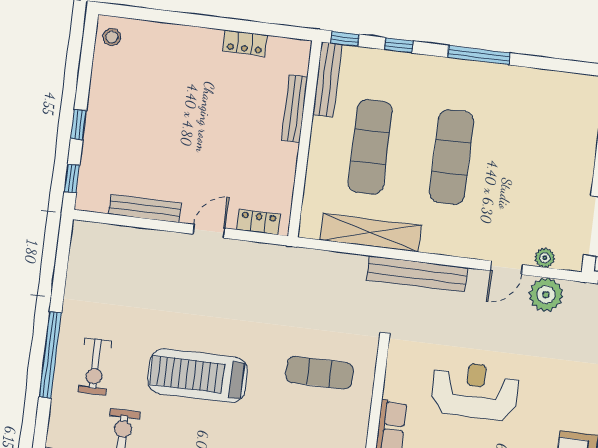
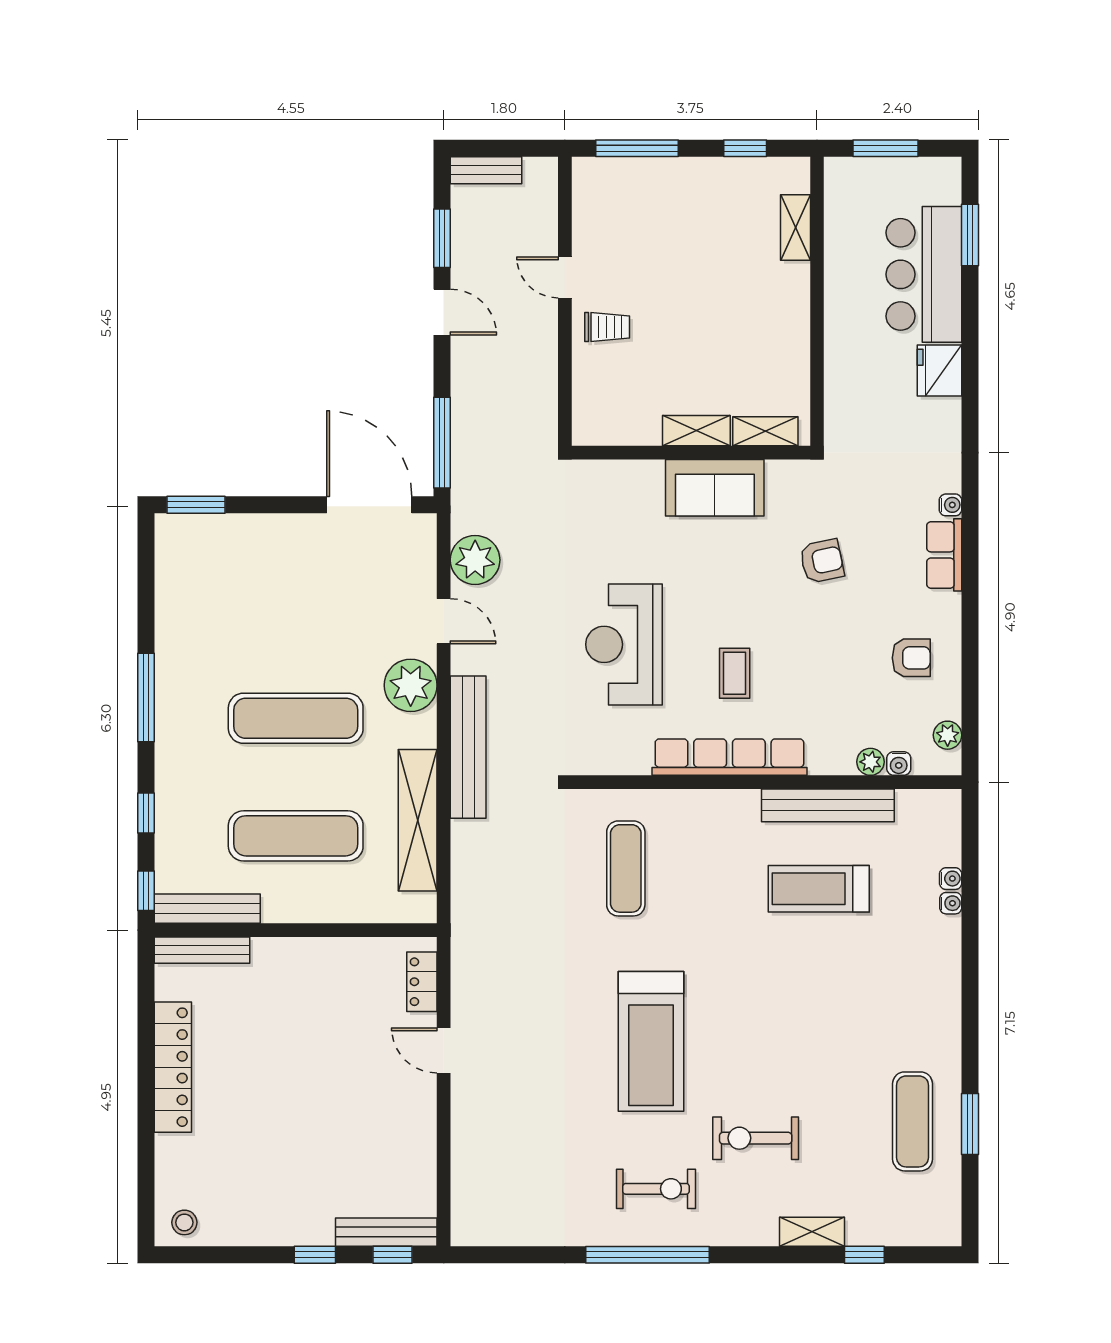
locker: (245, 43) -> (173, 1067), width x2.16, depth x1.21
bench: (295, 109) -> (202, 950), moved
bench: (145, 209) -> (386, 1232), moved, turned 90
plant: (545, 258) -> (411, 685), moved, width x1.88, depth x1.88

